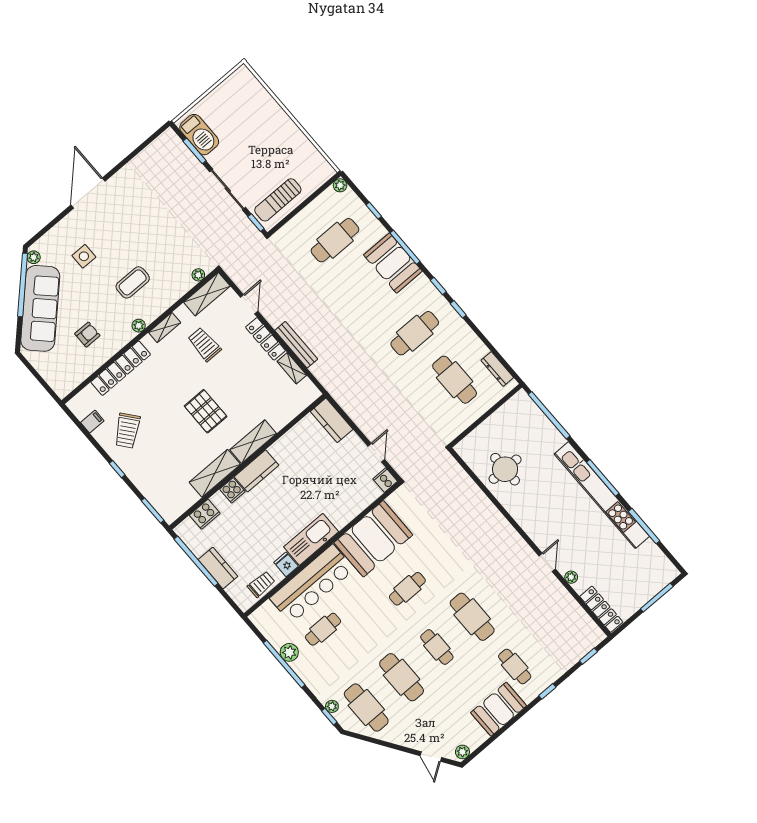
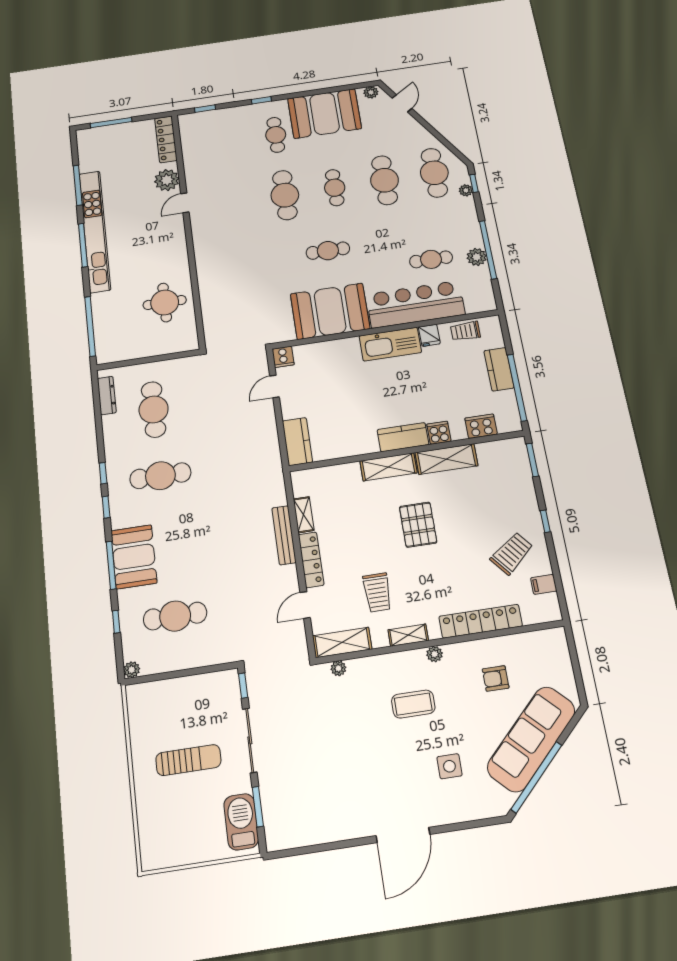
sun lounger: (278, 200) -> (188, 760), moved
plant: (34, 257) -> (506, 801), removed
plant: (571, 577) -> (167, 180), width x1.87, depth x1.87
booth: (499, 709) -> (325, 114), width x1.36, depth x1.42

